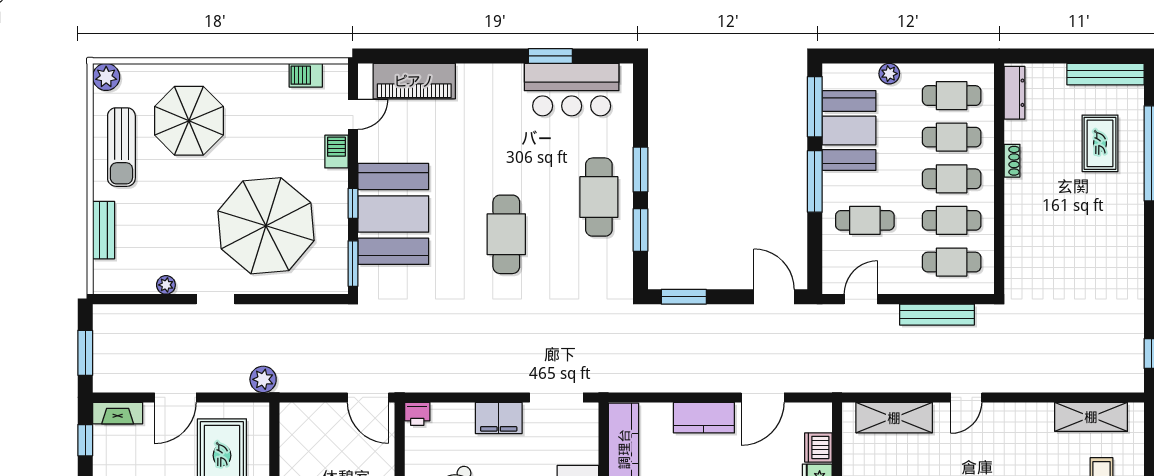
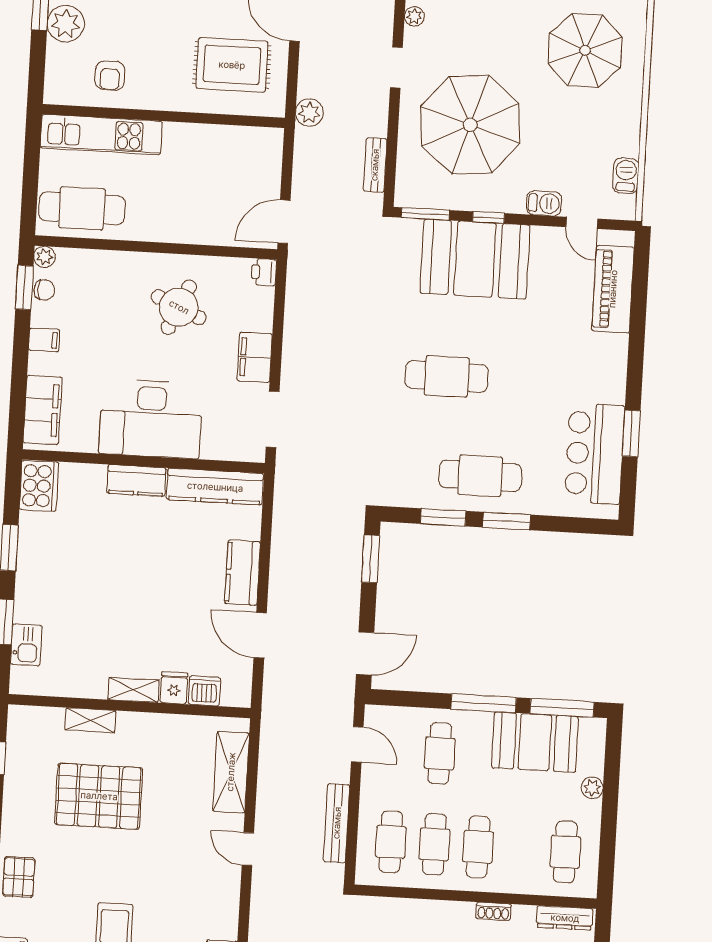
cafe table: (952, 137) -> (522, 849), removed
bench: (309, 314) -> (375, 165), added

